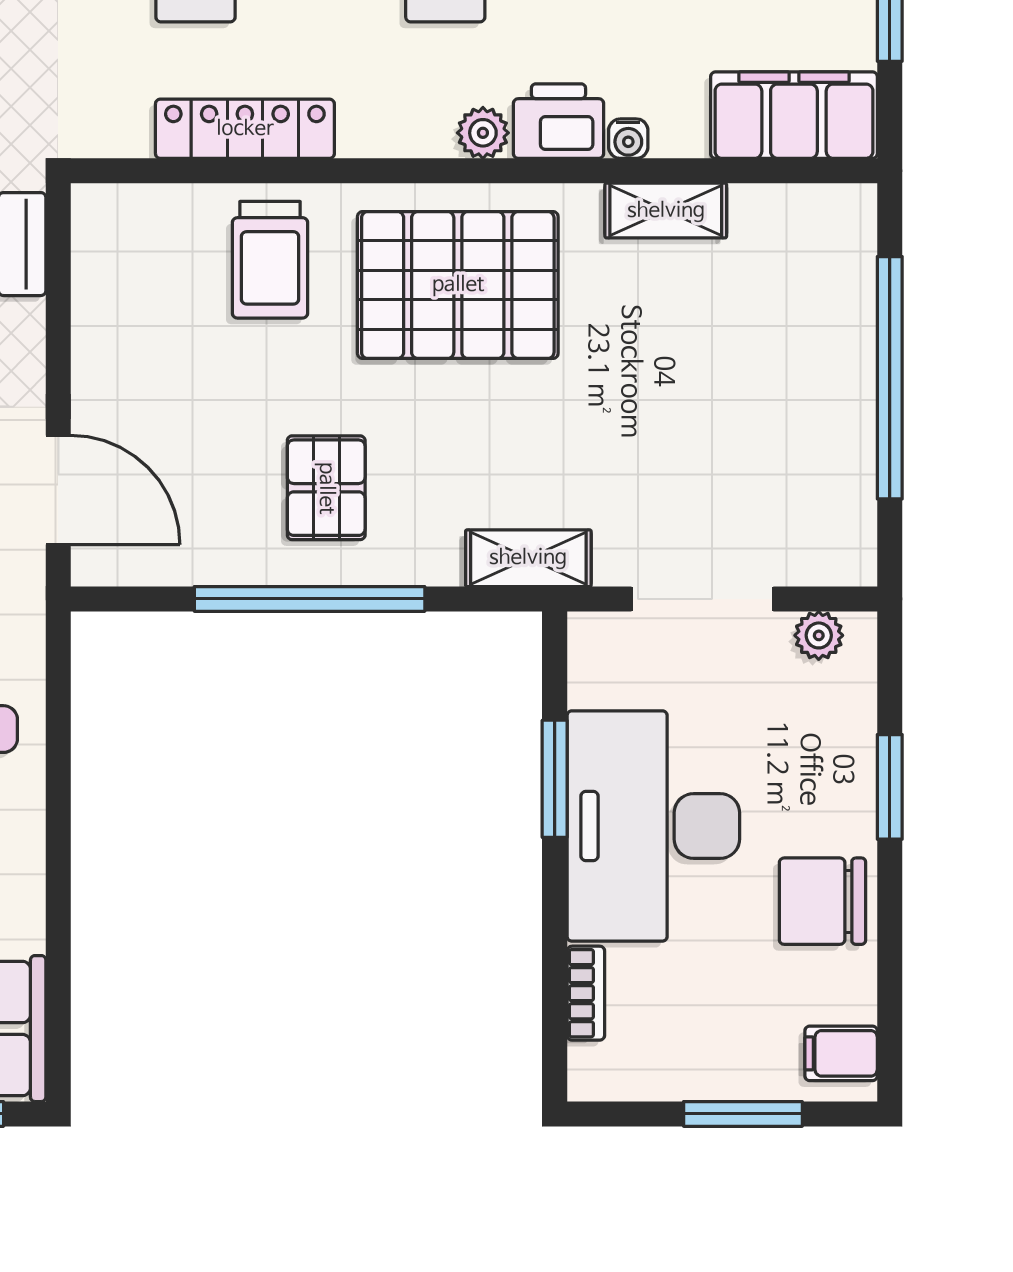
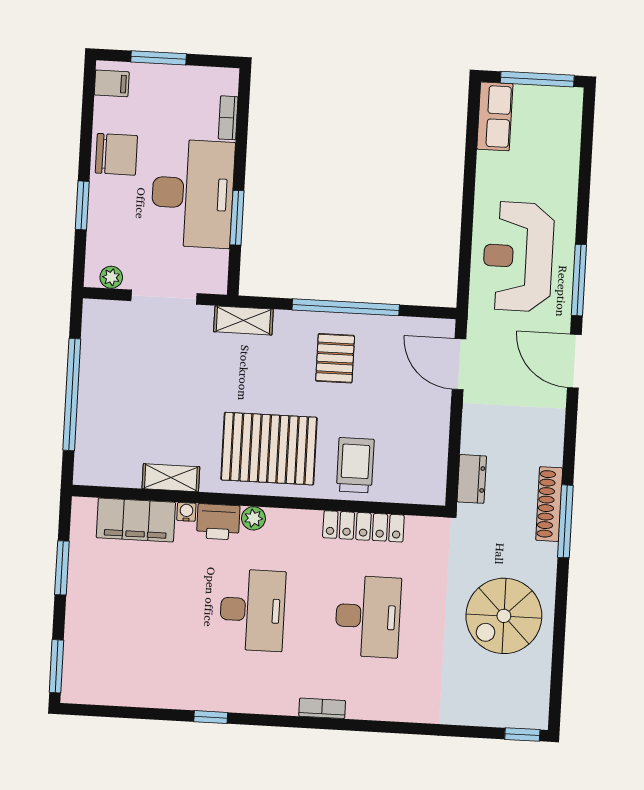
filing cabinet: (794, 115) -> (136, 520), moved

